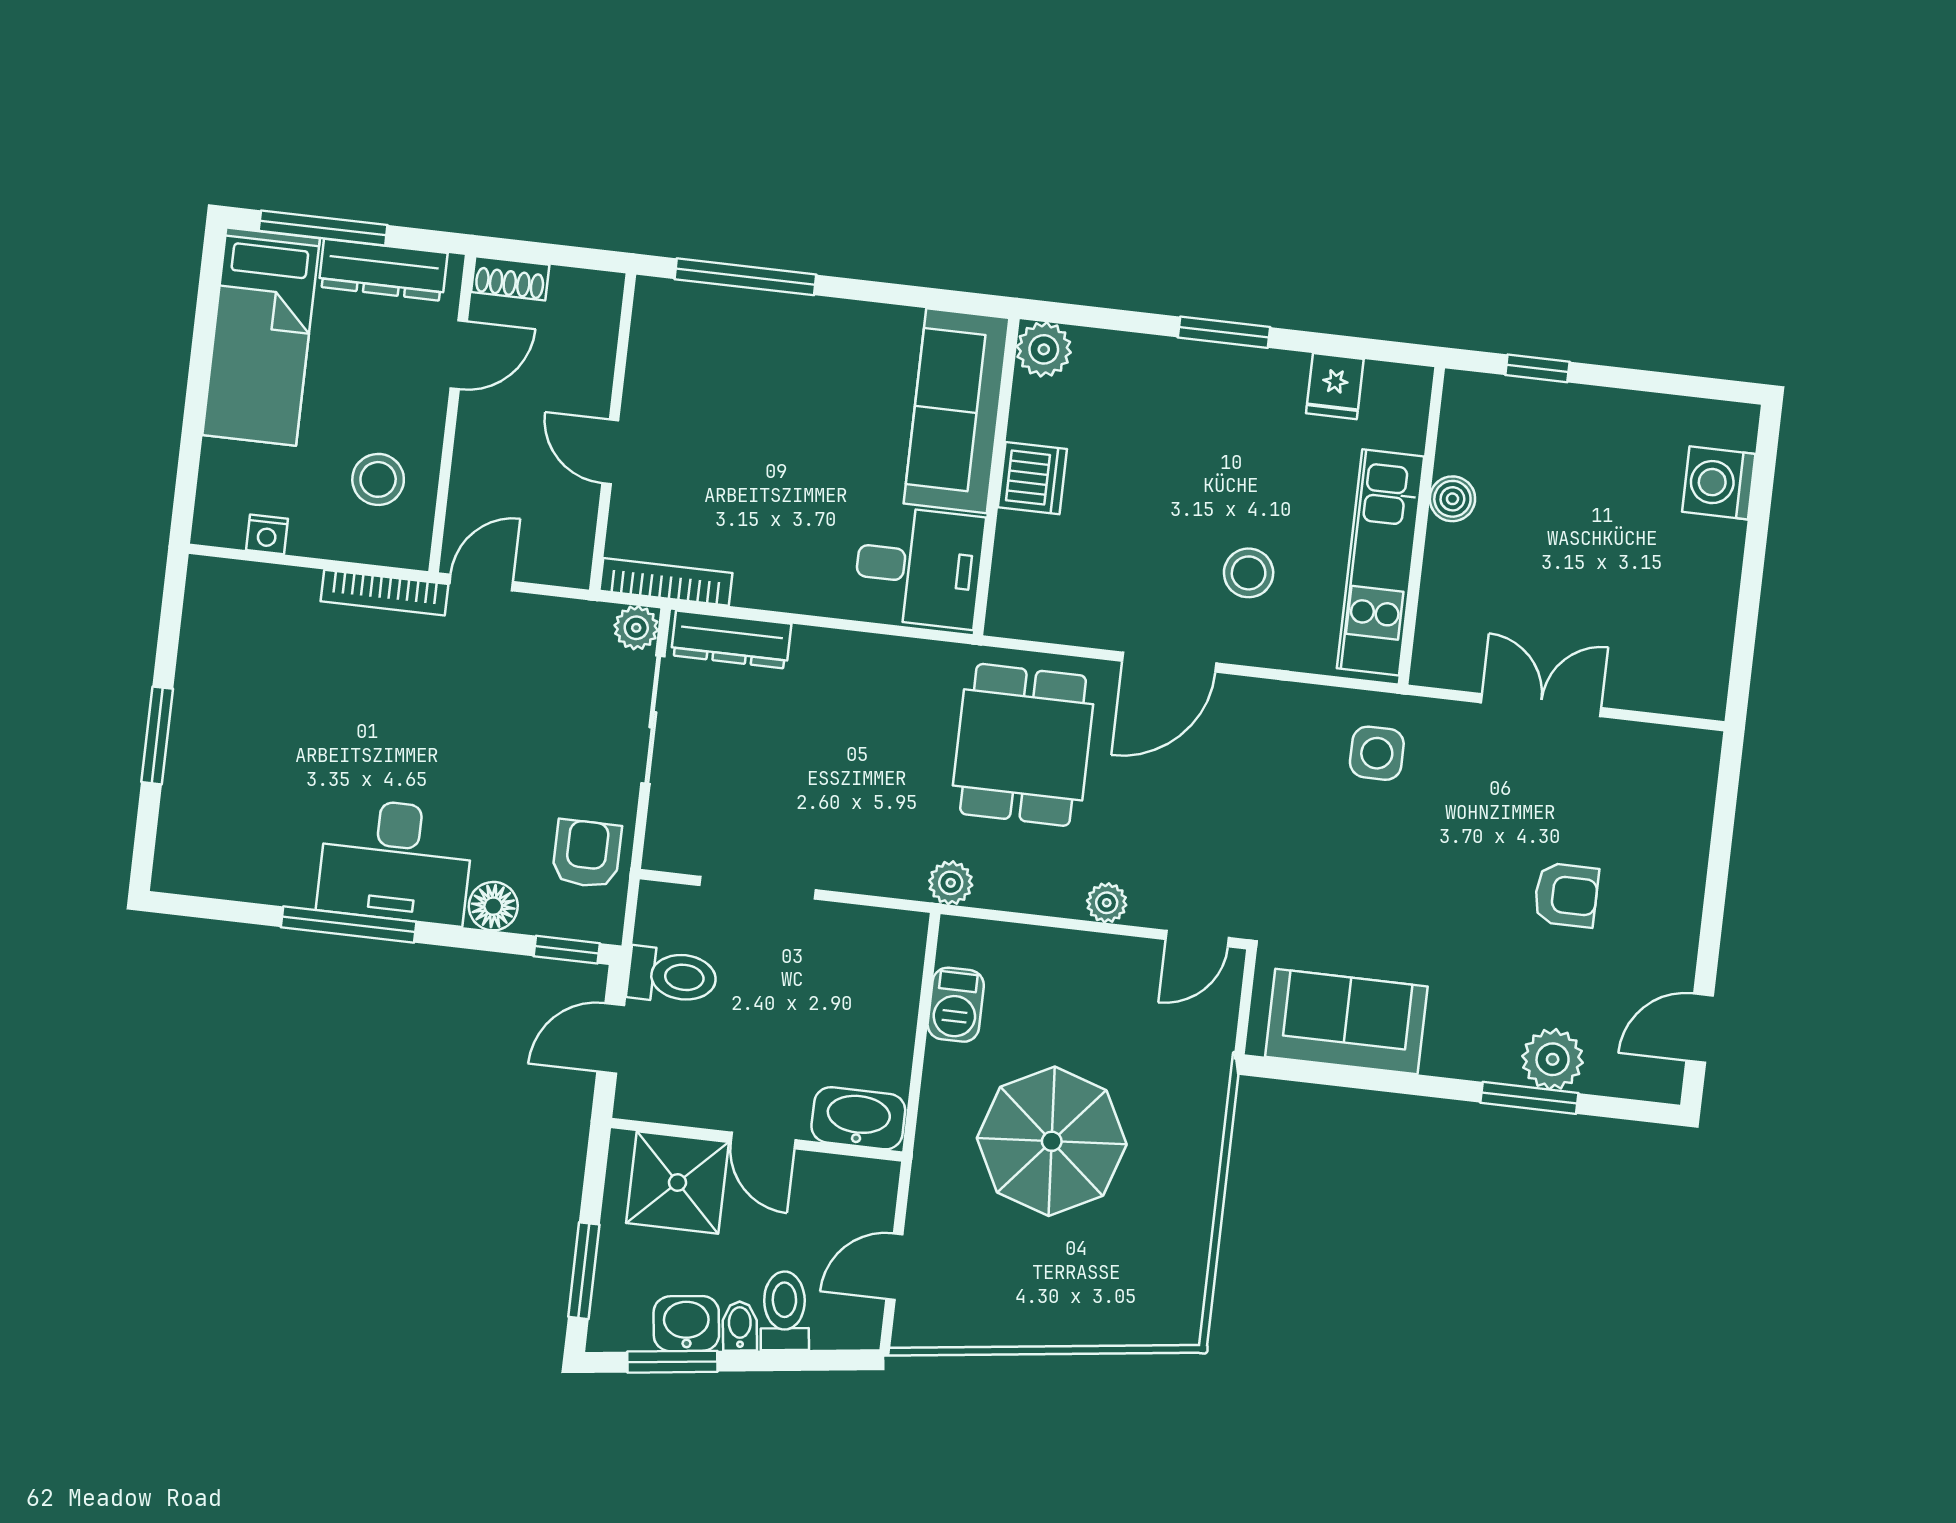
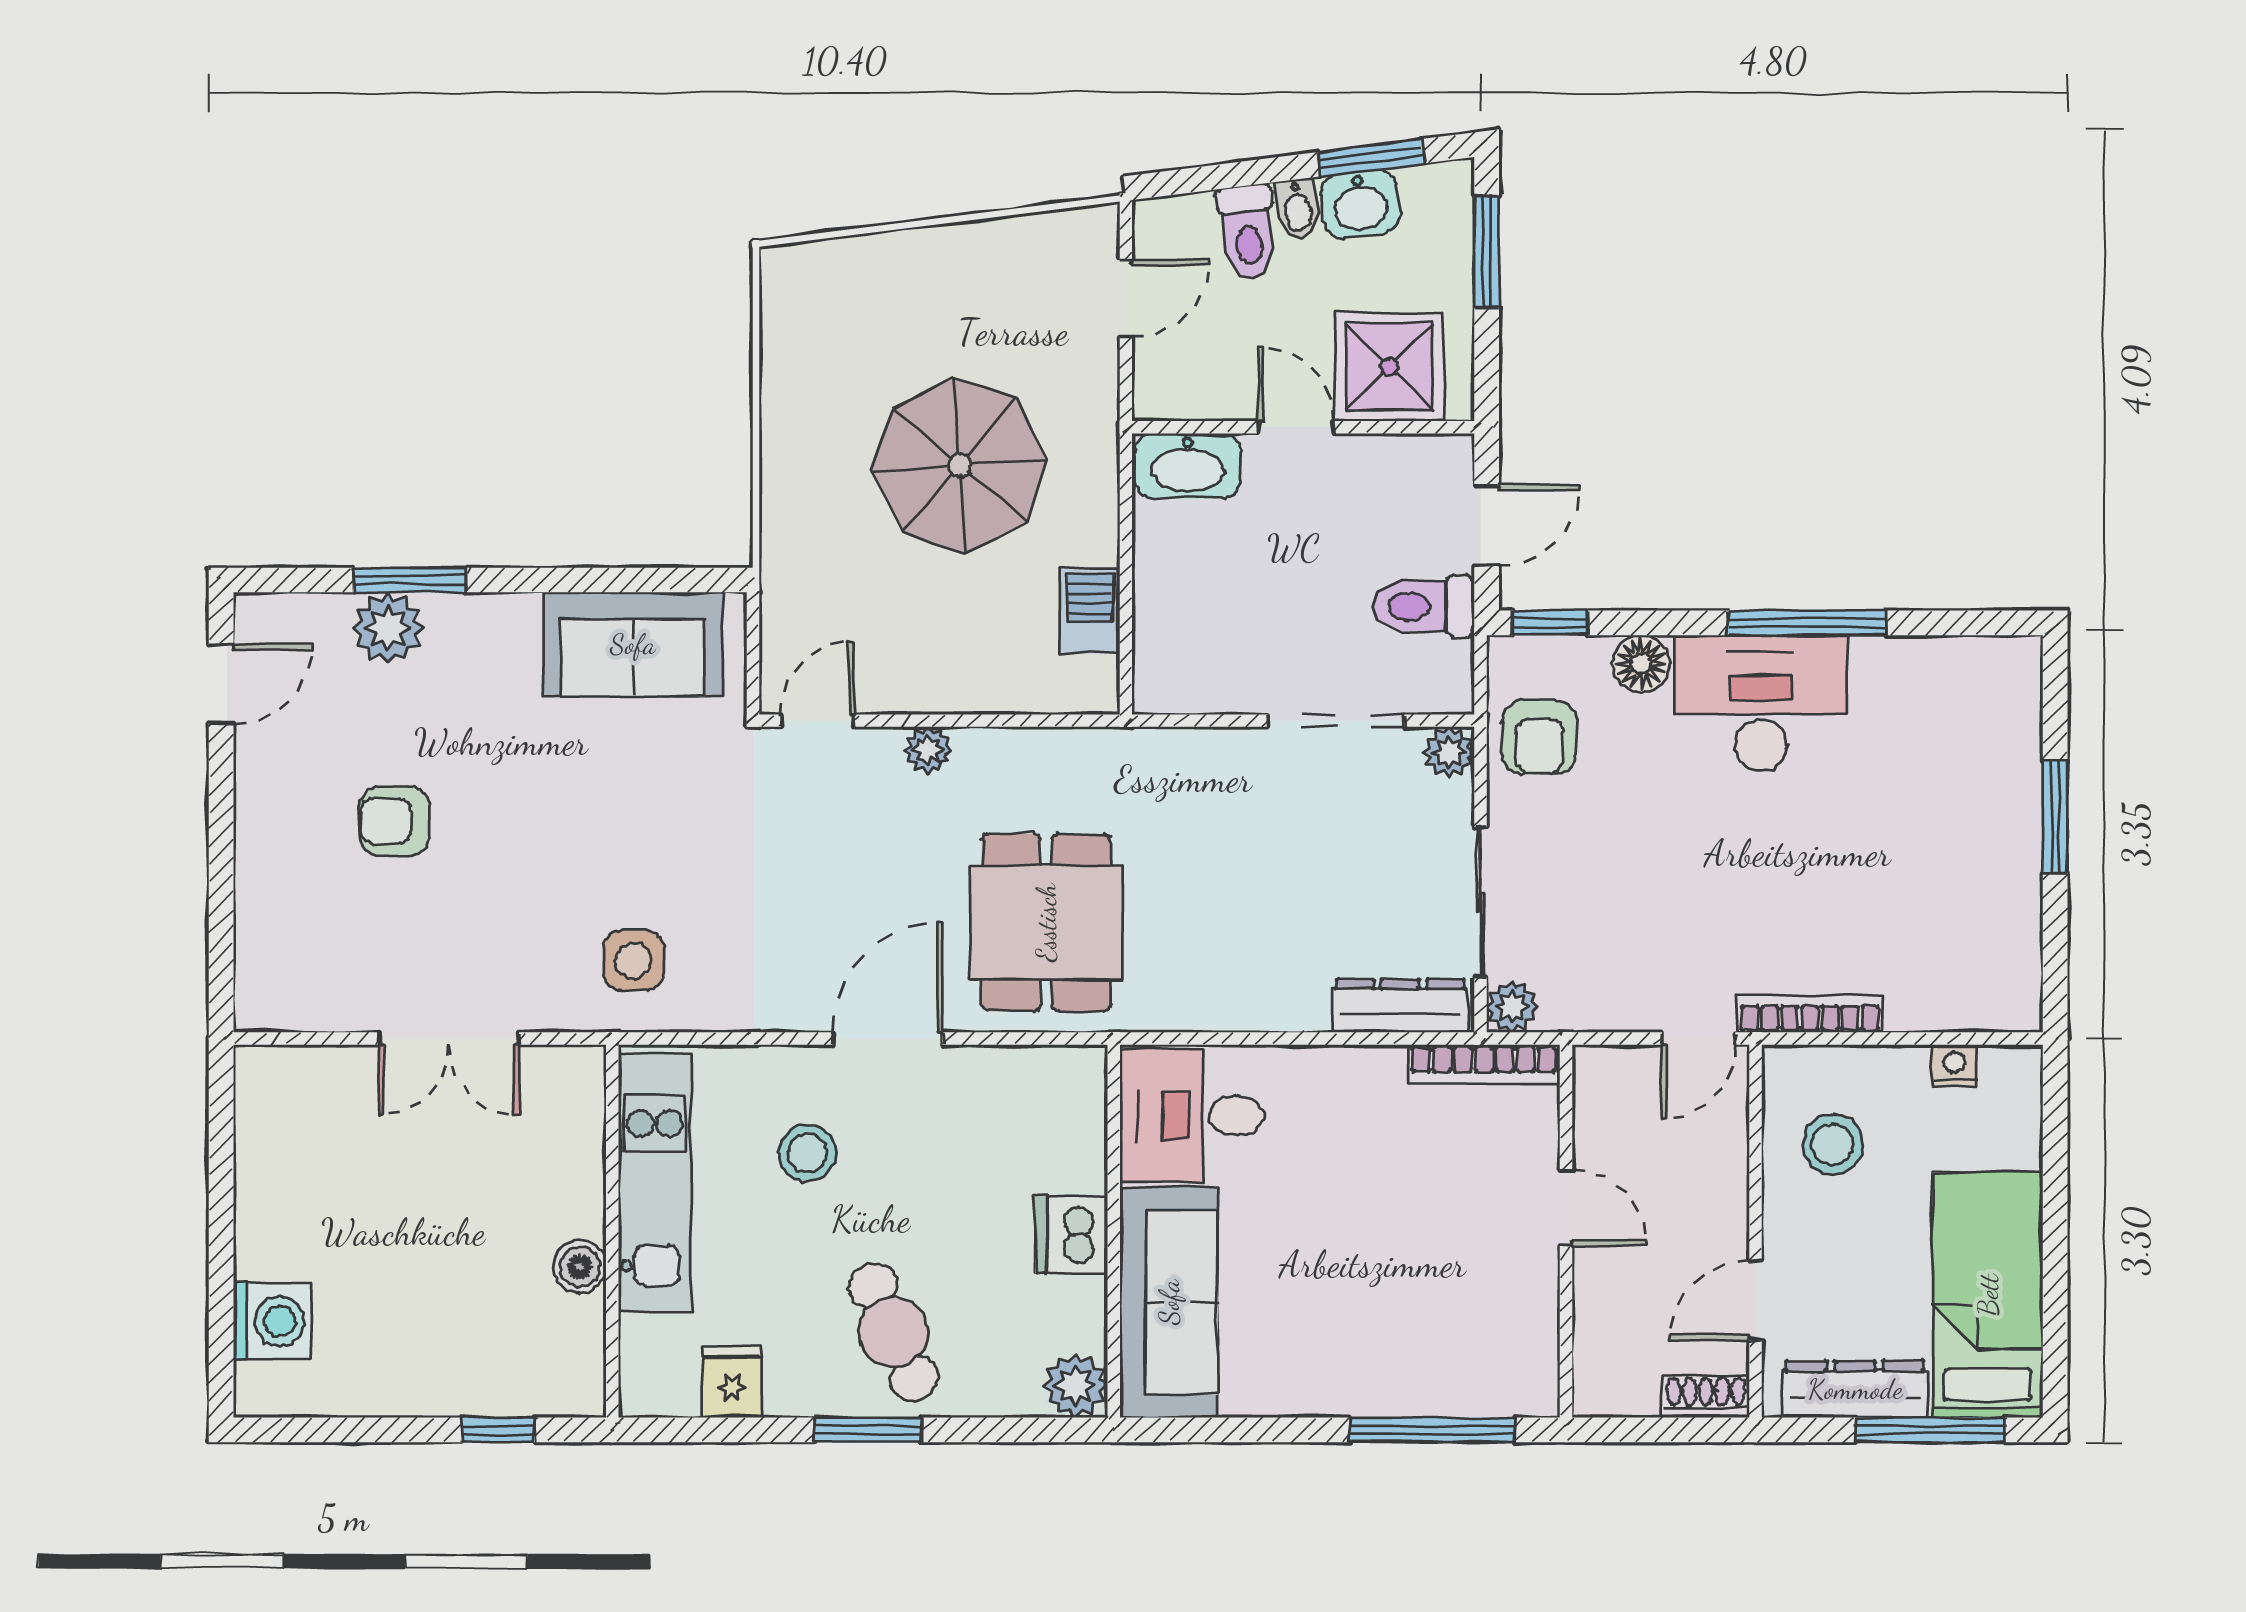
cafe table: (1193, 413) -> (893, 1332), added
plant: (951, 883) -> (1449, 752), moved

